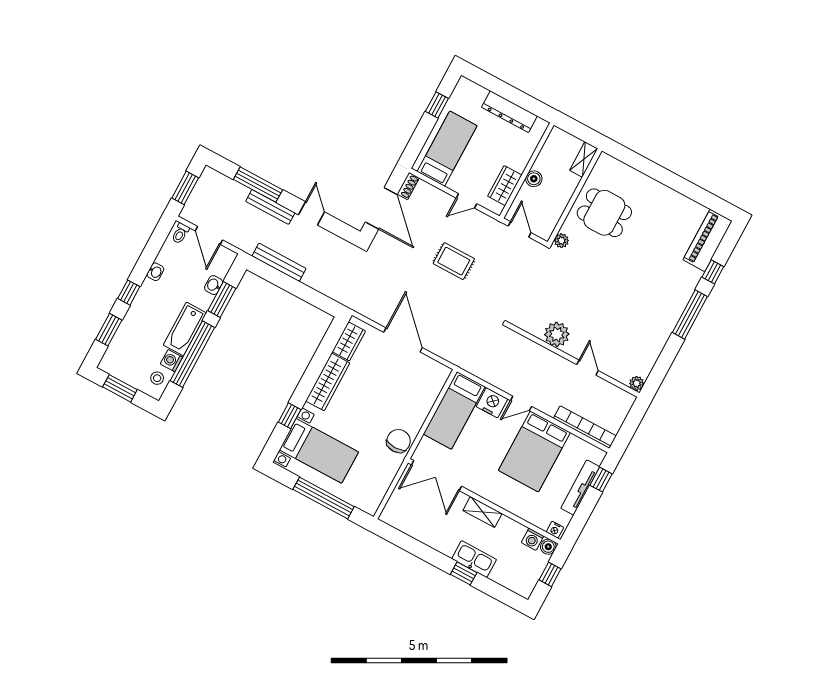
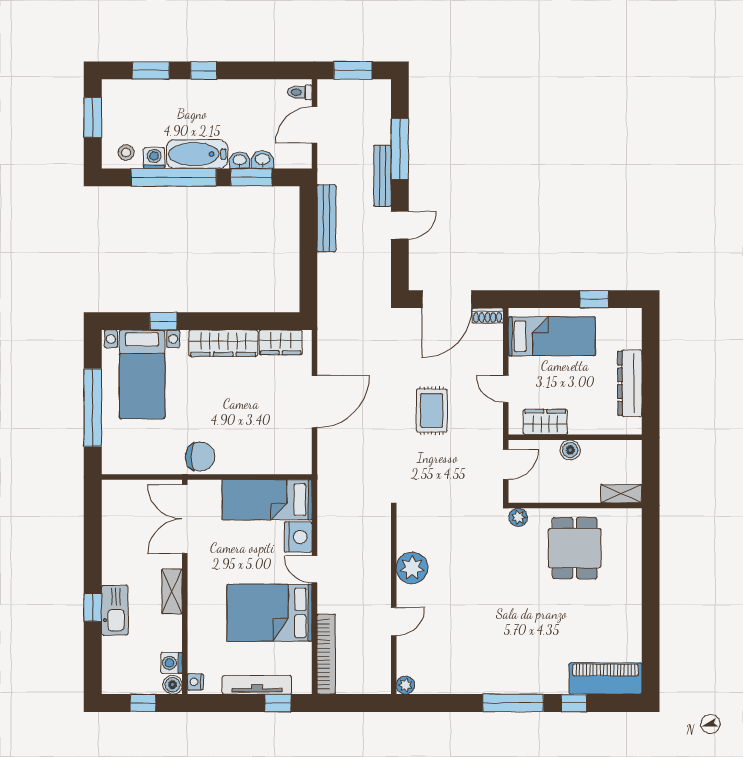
washbasin: (155, 272) -> (240, 160), moved, turned 180

